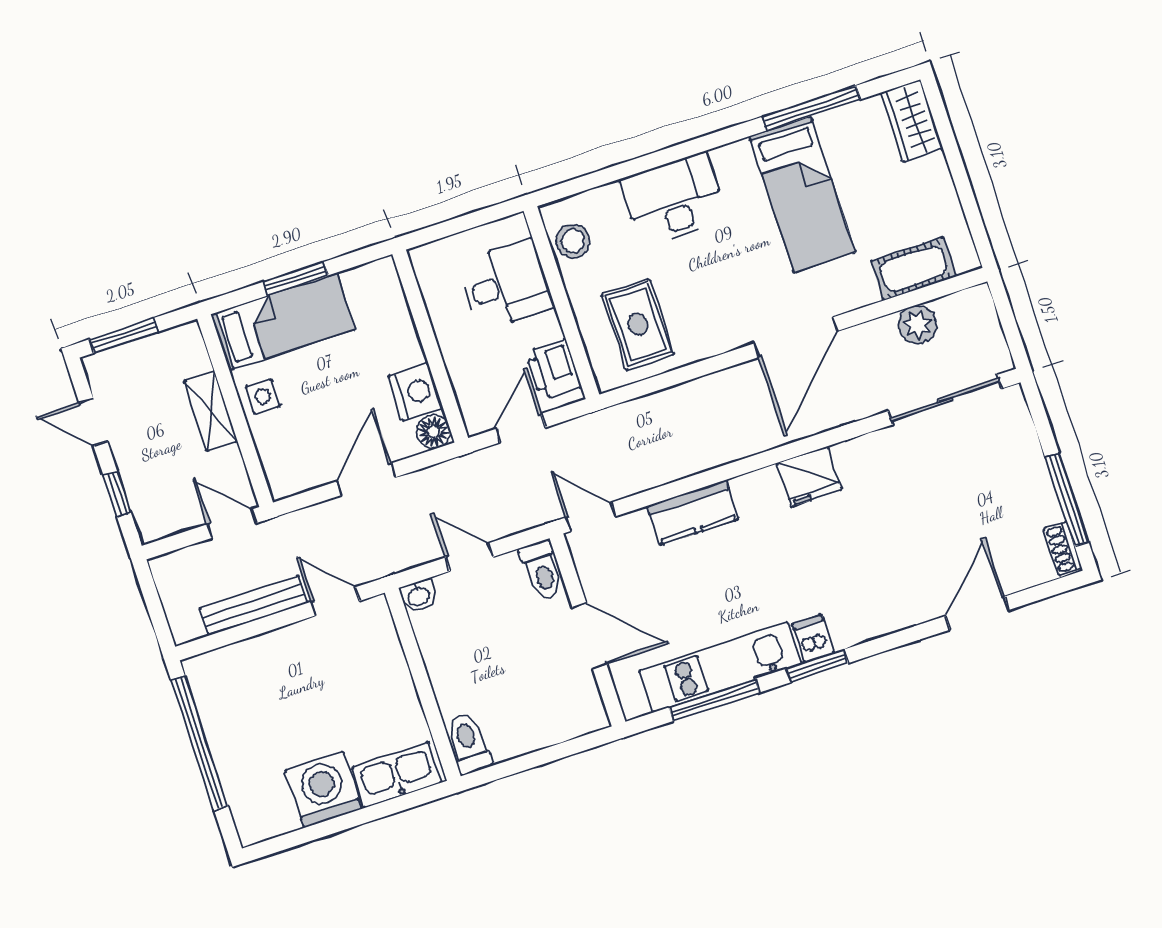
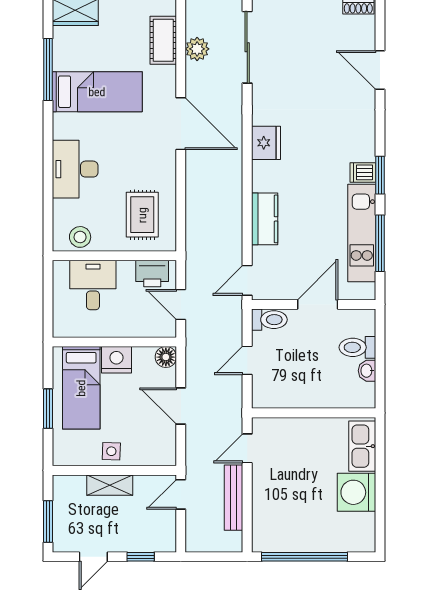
bed: (283, 322) -> (81, 388), moved, turned 180
rug: (638, 324) -> (142, 215), turned 90
nightstand: (415, 392) -> (116, 360), moved
washbasin: (419, 596) -> (367, 371), moved, turned 180
toilet: (468, 743) -> (357, 347), moved

